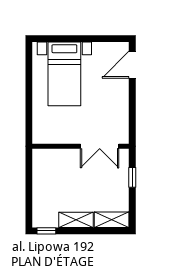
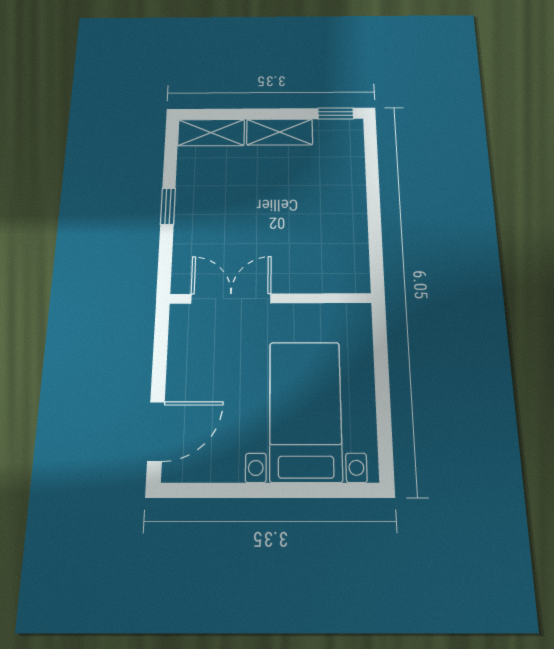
wall: (81, 146) -> (270, 298), moved
double door: (100, 146) -> (231, 299), moved

